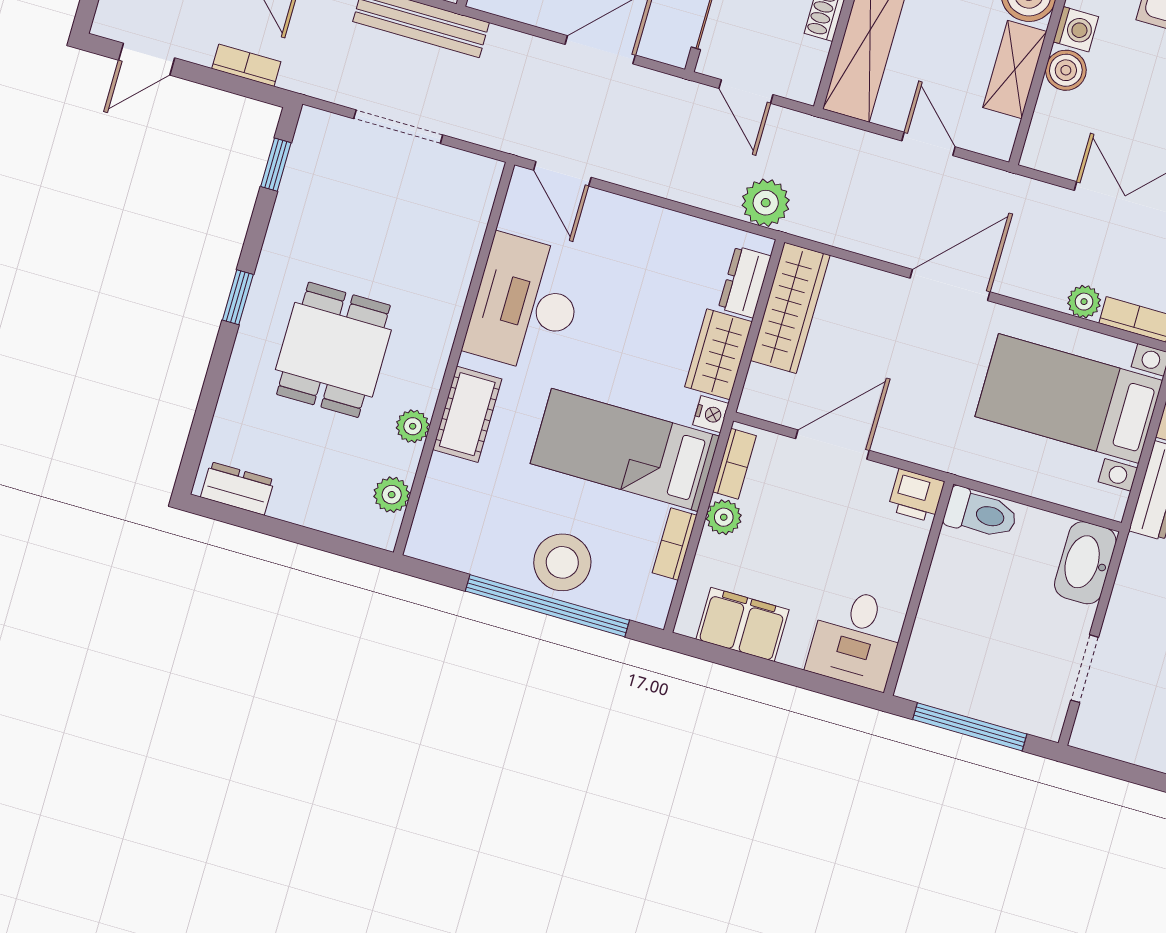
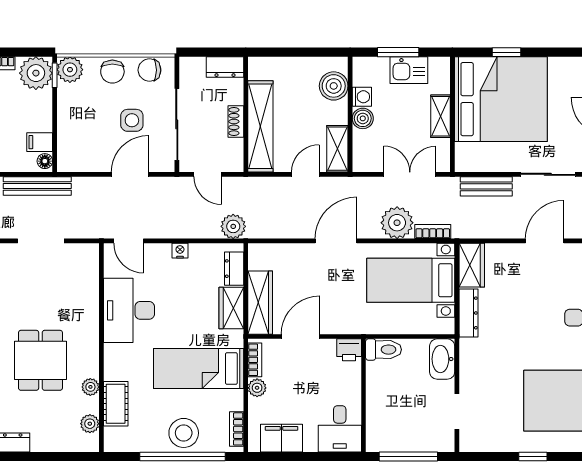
shelving: (1015, 70) -> (337, 149), moved
door: (929, 144) -> (305, 174), hinge flipped
plant: (1084, 302) -> (397, 223), width x1.88, depth x1.88
wardrobe: (790, 308) -> (260, 303), moved
cot: (467, 414) -> (116, 404), moved
nightstand: (711, 414) -> (180, 251), moved, turned -90
bookcase: (675, 544) -> (237, 429), moved

